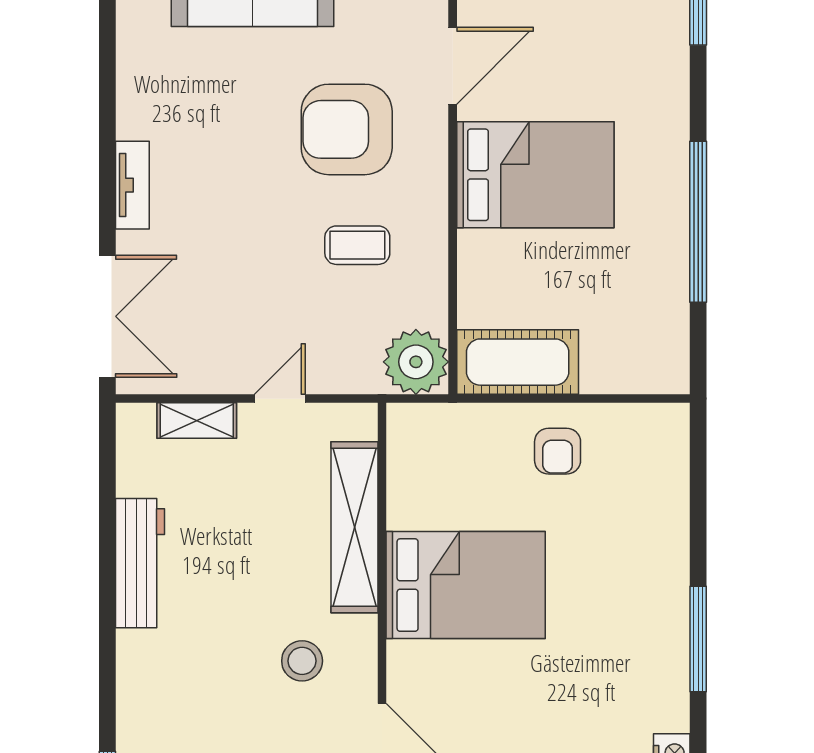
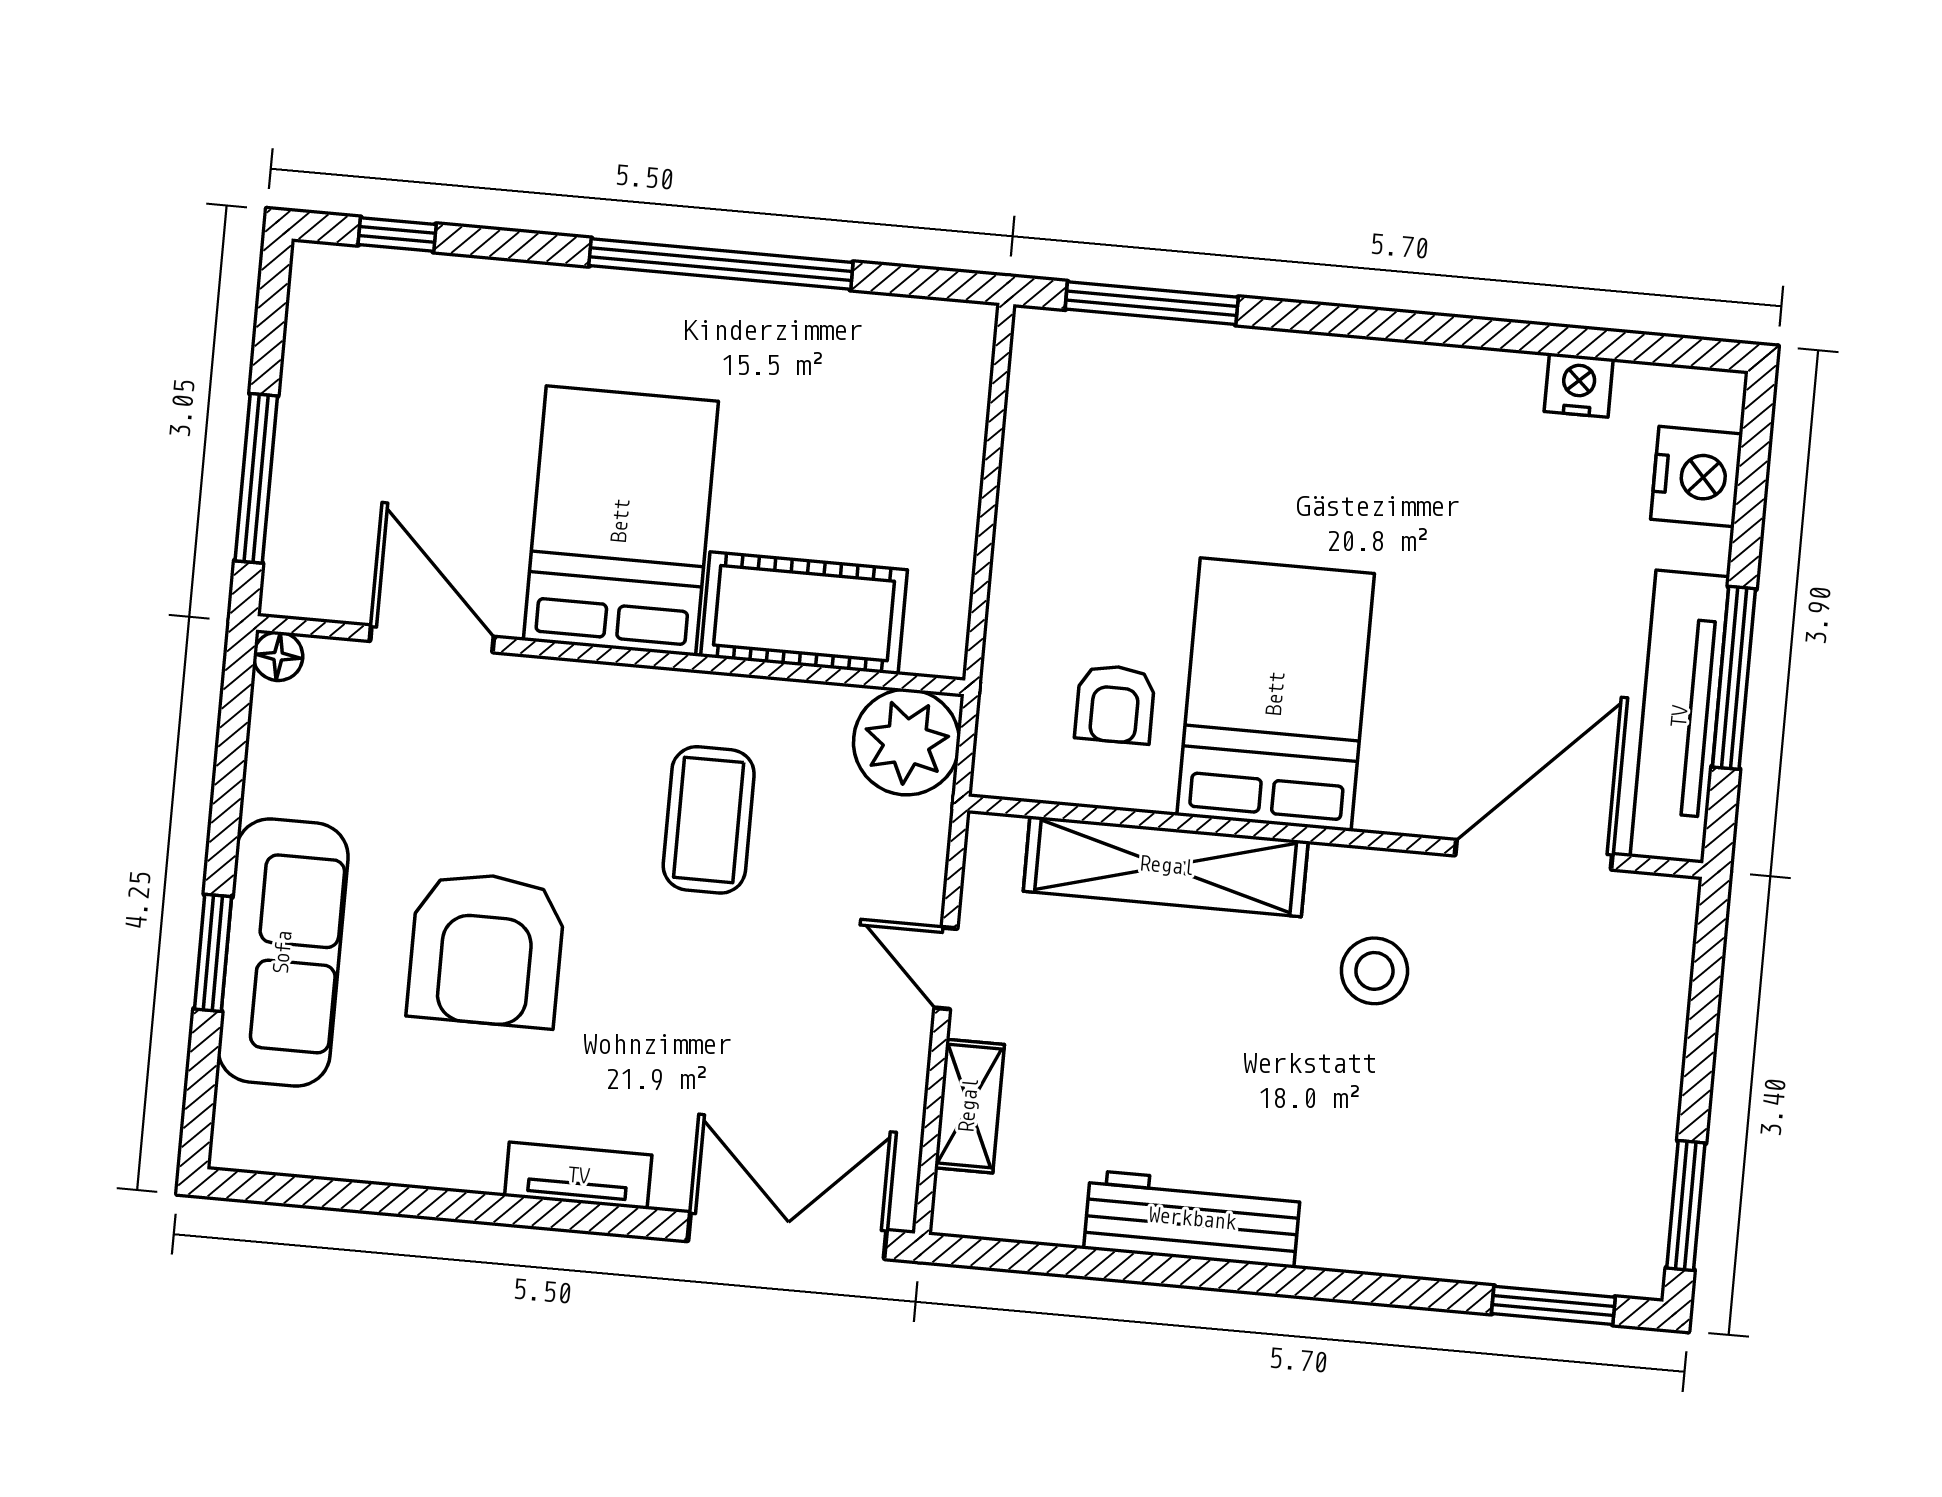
armchair: (347, 129) -> (486, 949), moved
coffee table: (357, 245) -> (709, 820), width x1.36, depth x1.30
cot: (518, 362) -> (804, 613), moved, turned 90
armchair: (558, 451) -> (1115, 704), moved, turned 90
window: (698, 639) -> (1152, 303), moved

